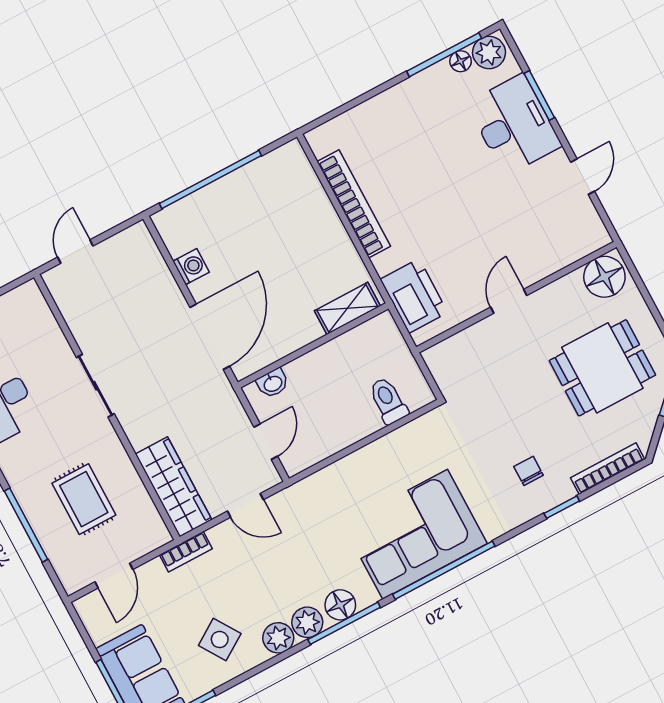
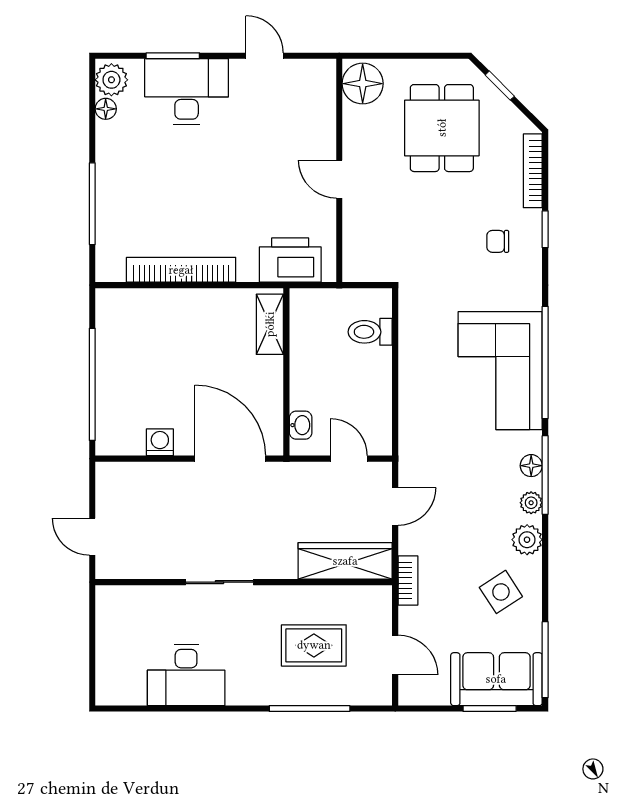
window: (444, 55) -> (92, 204), moved
floor lamp: (340, 605) -> (531, 466), width x0.73, depth x0.73
plant: (307, 622) -> (531, 503), width x0.73, depth x0.73

